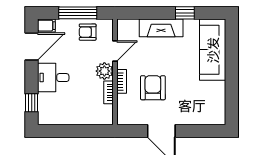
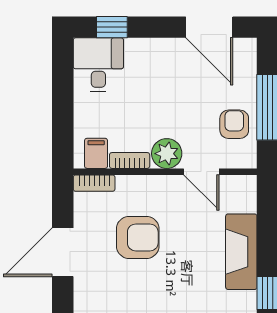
filing cabinet: (46, 26) -> (96, 153), moved, turned 180
desk: (53, 78) -> (98, 65), moved
bookcase: (122, 81) -> (94, 183), moved

